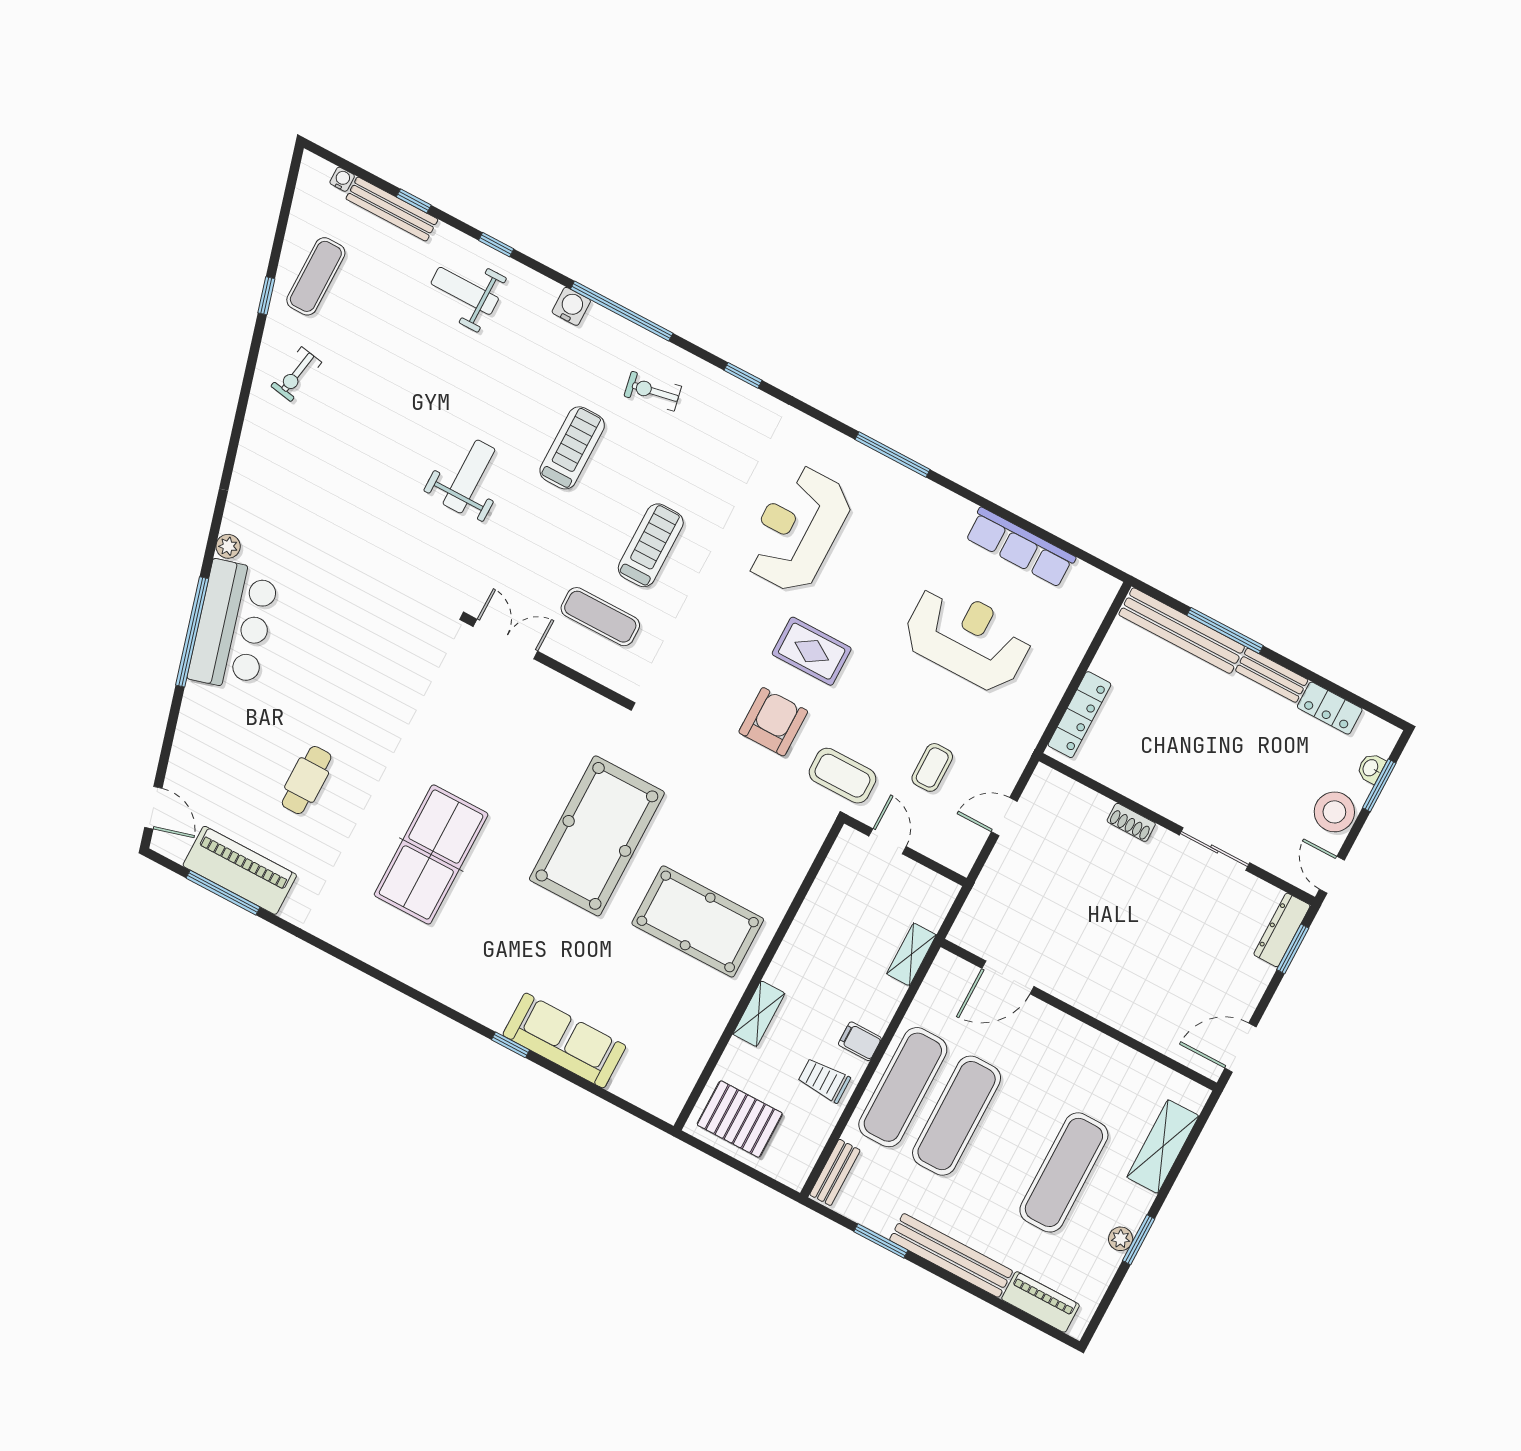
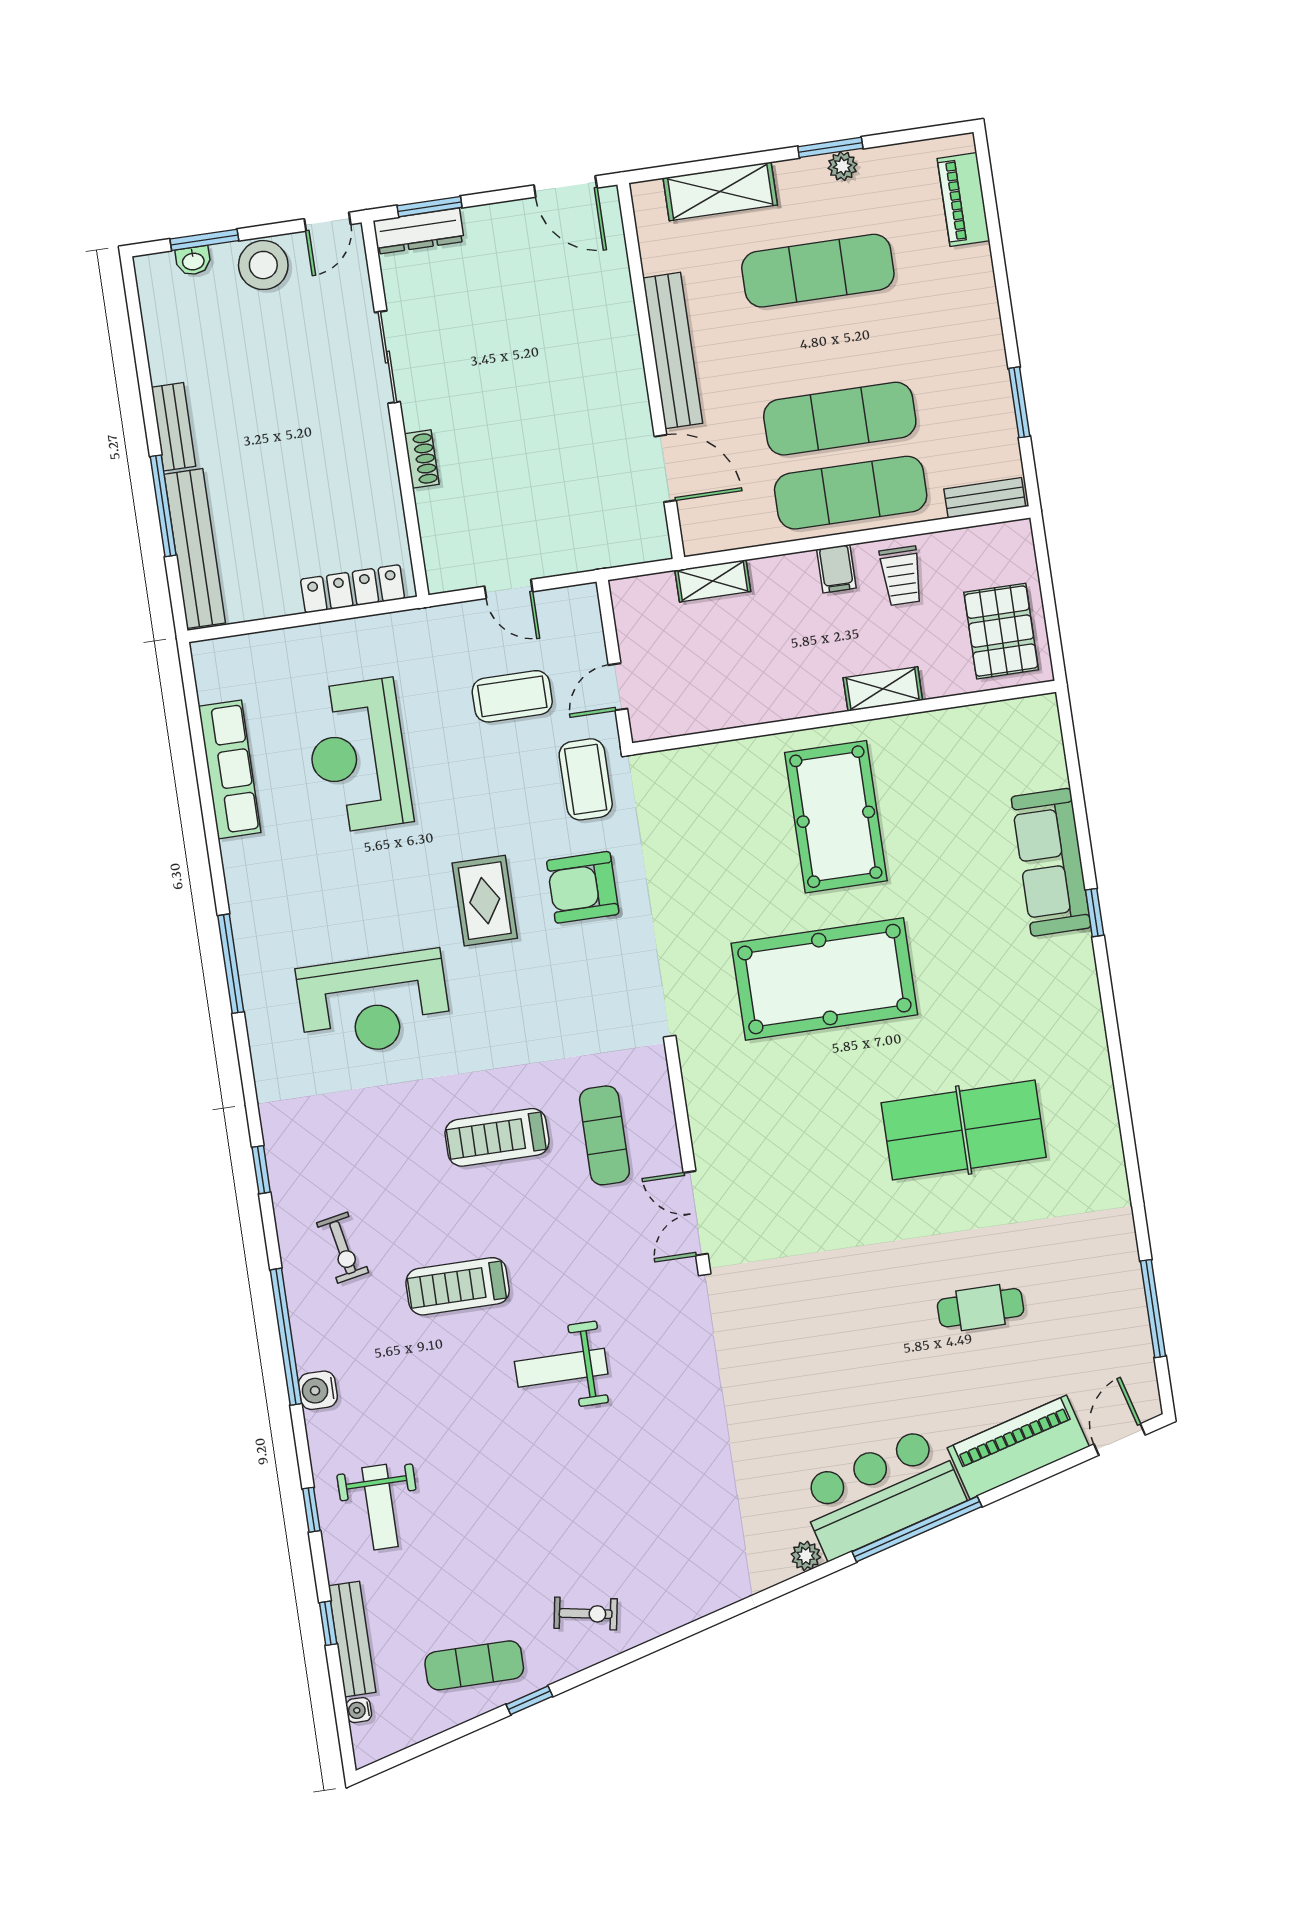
locker: (1330, 708) -> (164, 345), removed
coffee table: (932, 767) -> (512, 696), width x1.36, depth x1.30
piano: (240, 870) -> (1018, 1447), moved, turned 75
bench: (951, 1255) -> (673, 351), moved

